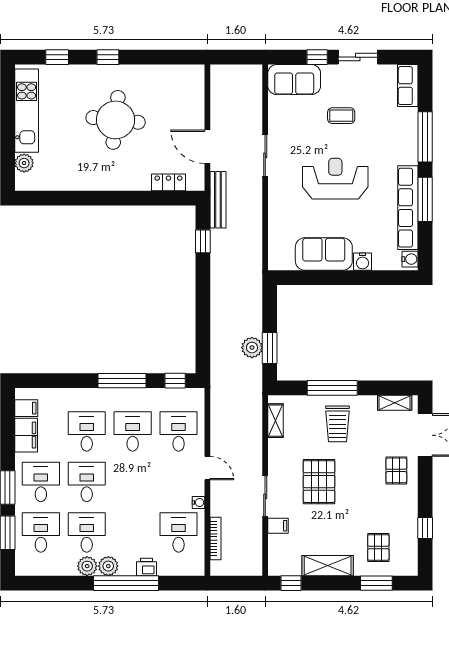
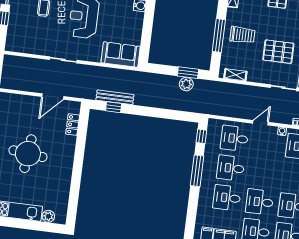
sofa: (294, 80) -> (16, 35), removed
bench: (218, 200) -> (115, 97), moved
sofa: (324, 254) -> (121, 55), moved, turned 90

